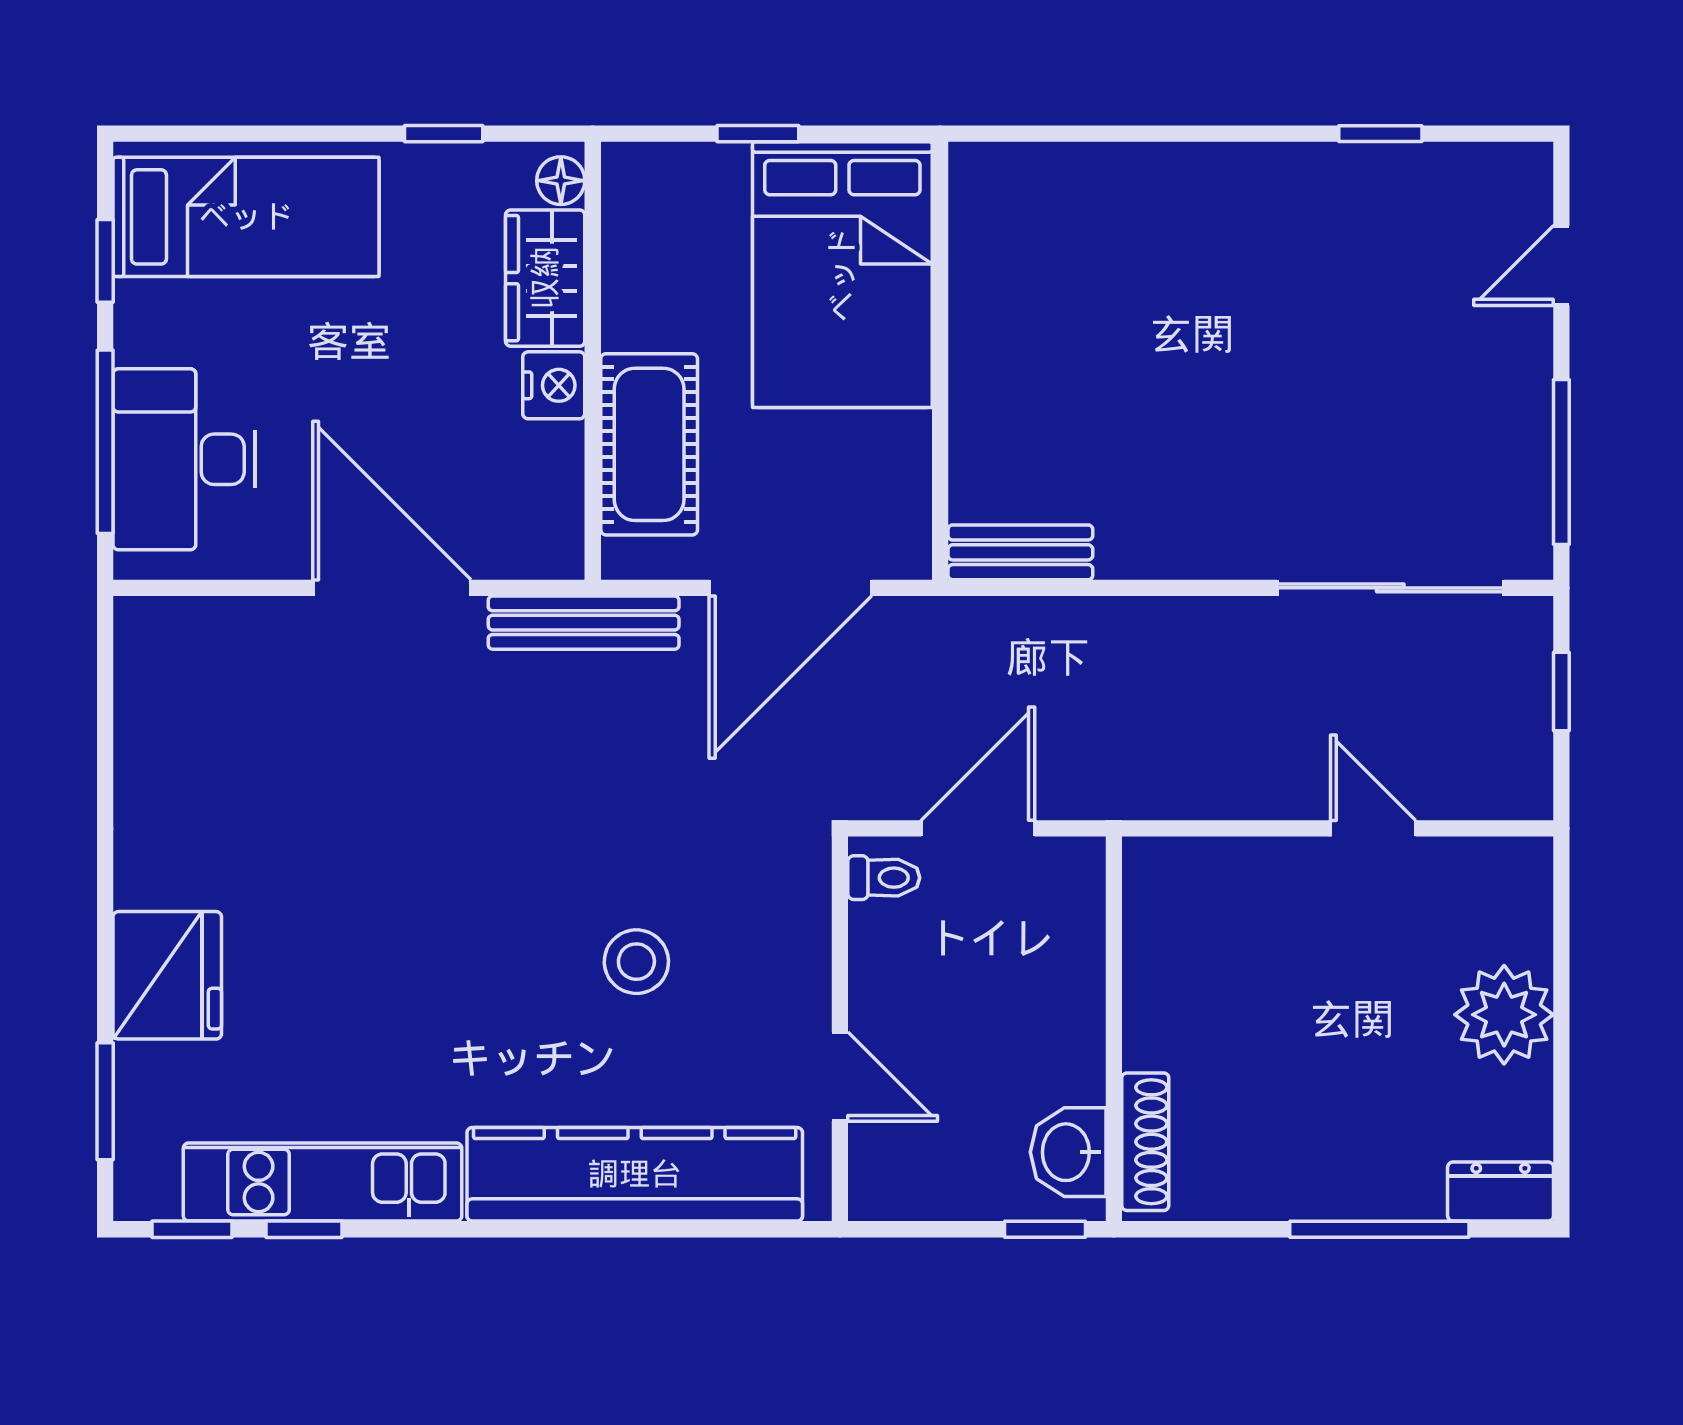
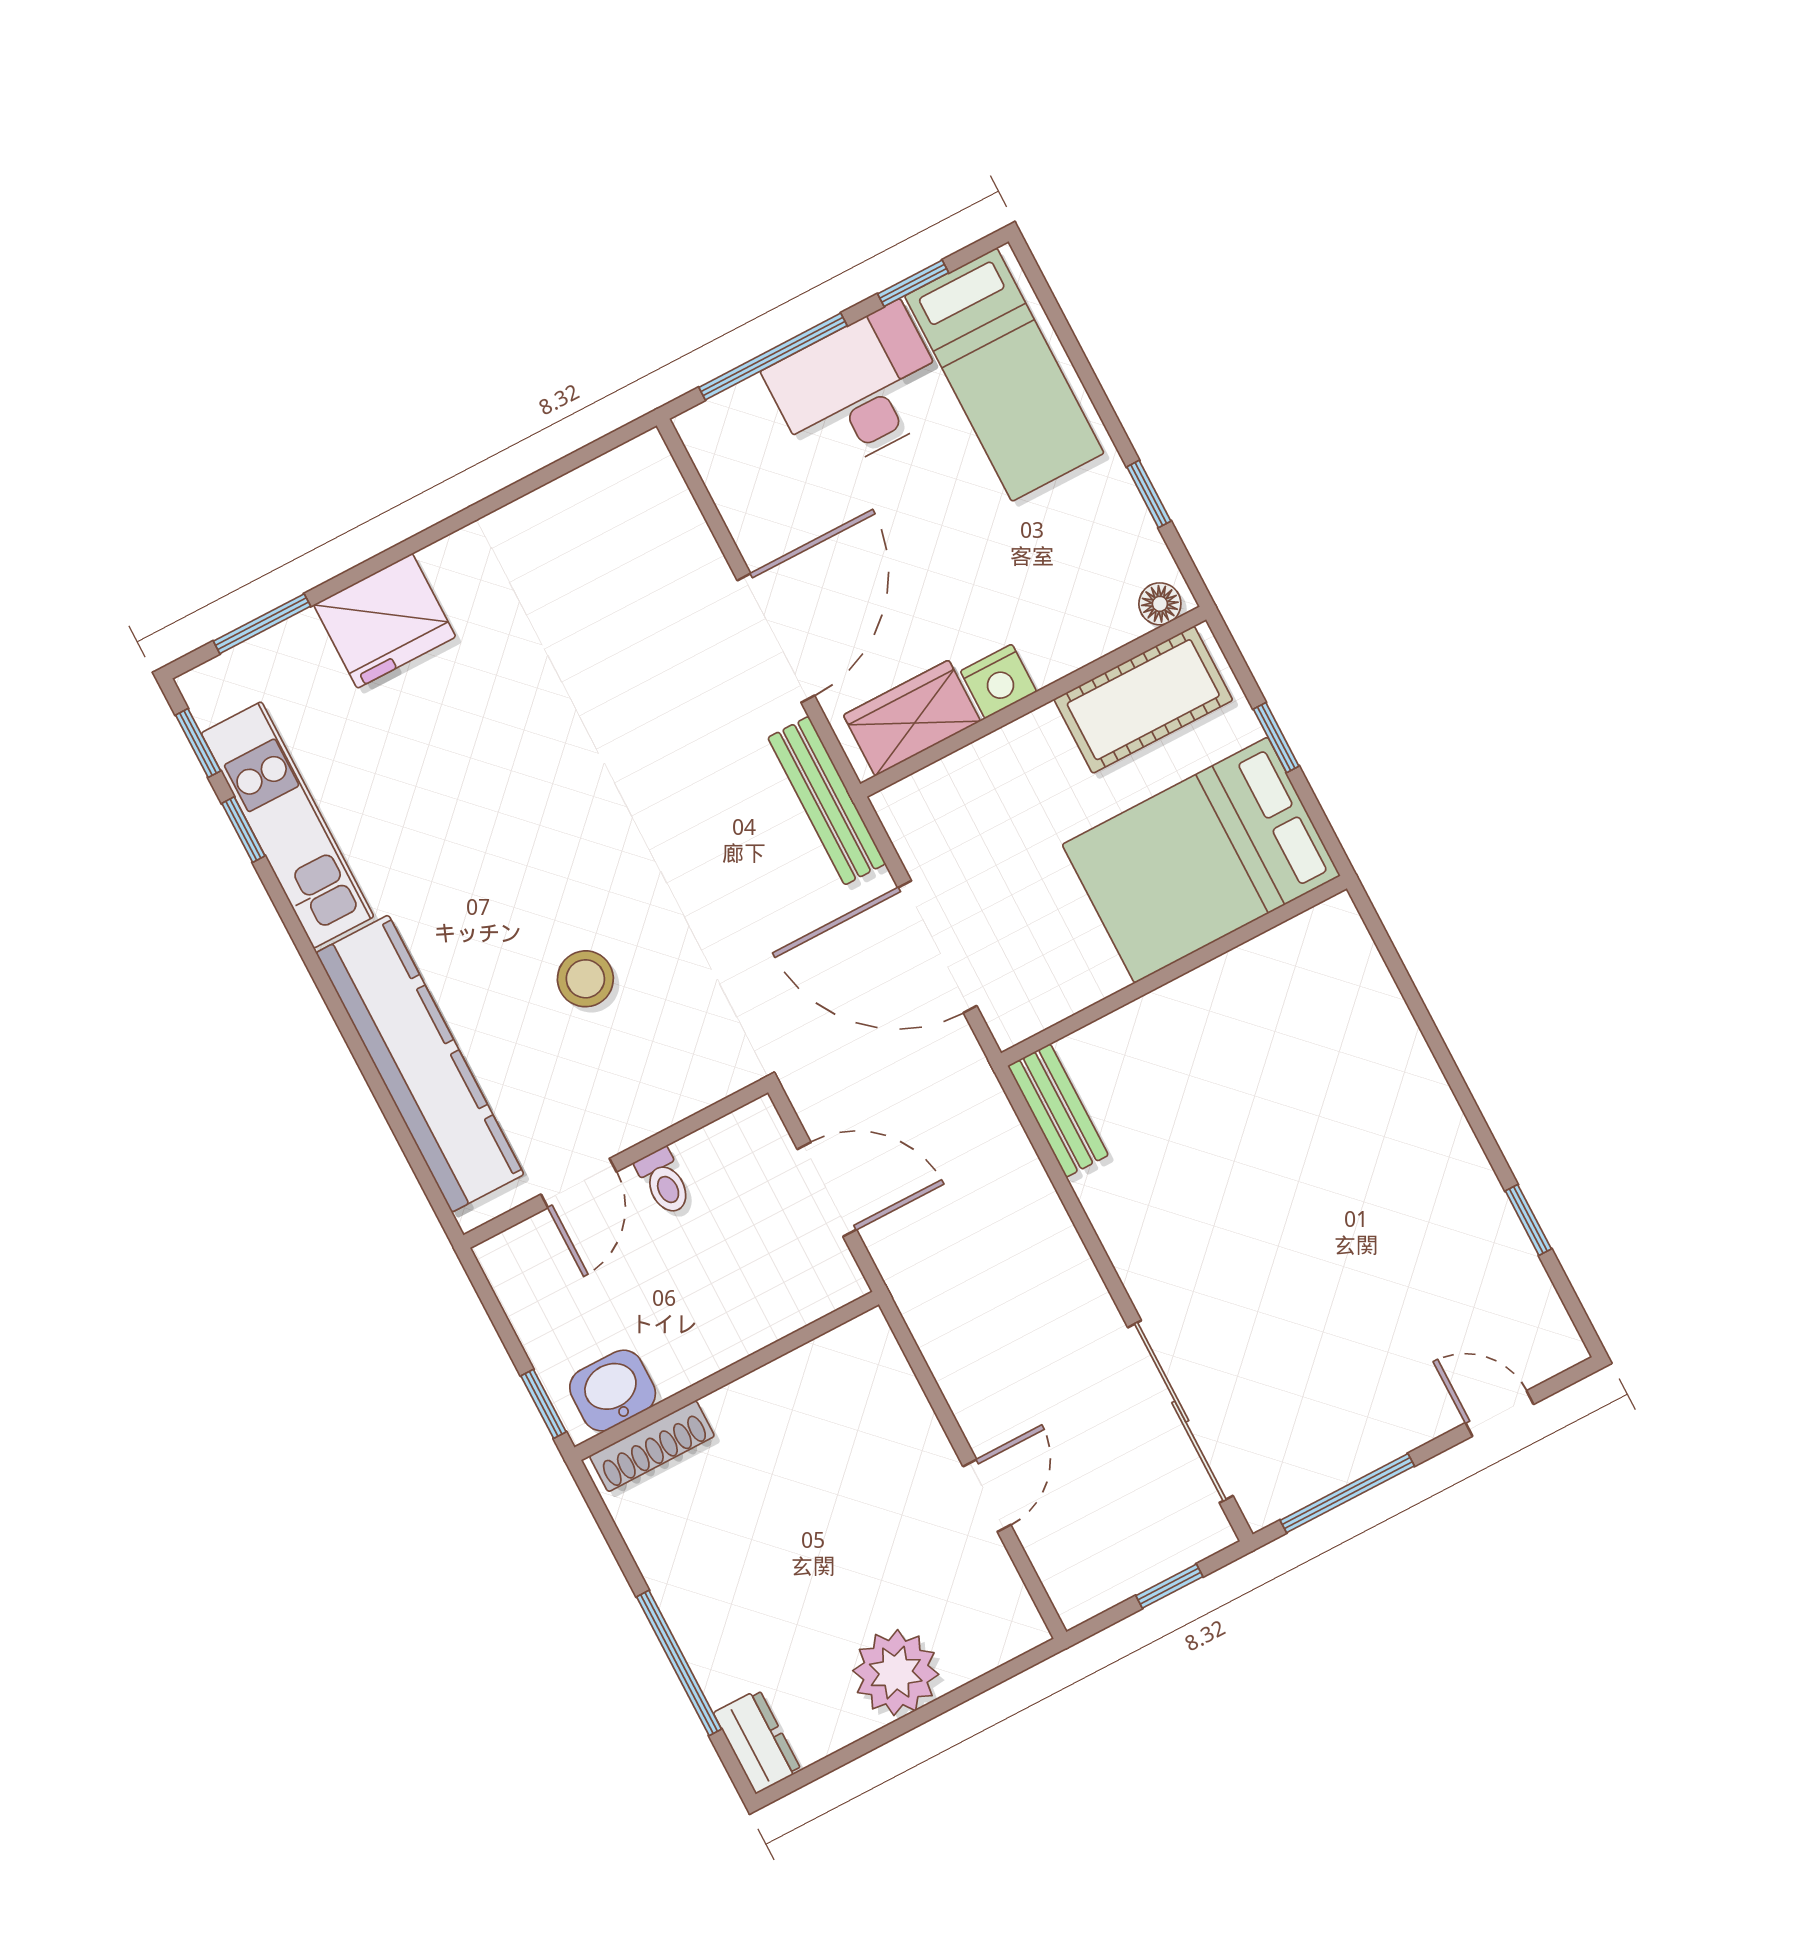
wardrobe: (545, 278) -> (912, 718), moved
cot: (649, 444) -> (1143, 700), moved
desk: (184, 459) -> (859, 390), moved
toilet: (884, 878) -> (664, 1182), moved

